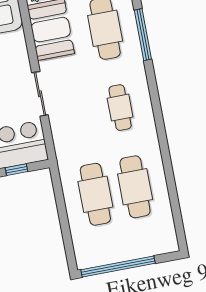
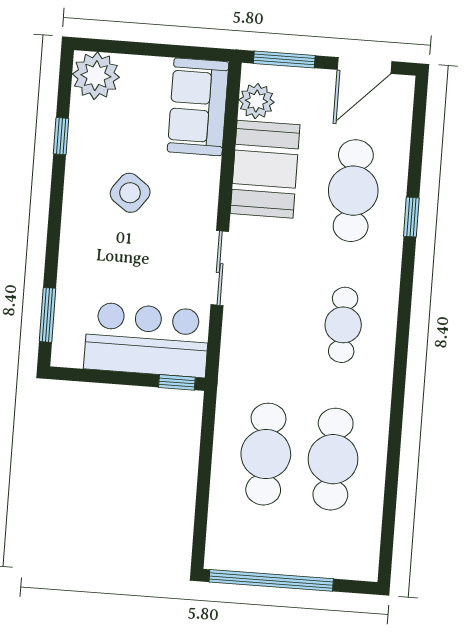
window: (143, 35) -> (411, 217), width x0.46
window: (16, 170) -> (177, 382), moved

